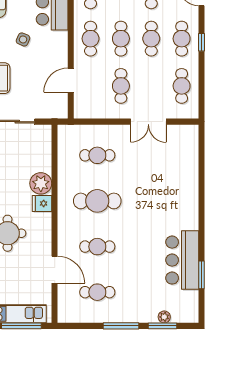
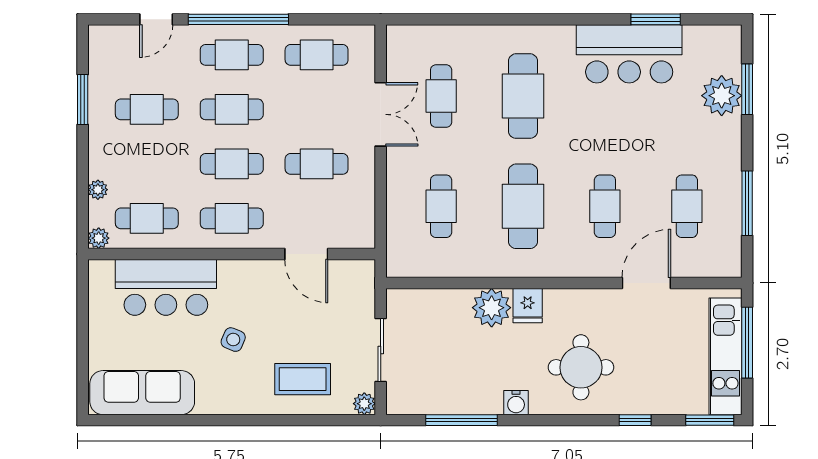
window: (201, 42) -> (238, 19), width x3.17
cafe table: (159, 155) -> (441, 96), added
cafe table: (159, 201) -> (523, 96), added
plant: (164, 317) -> (722, 96), width x1.88, depth x1.88
window: (121, 326) -> (747, 203), moved

